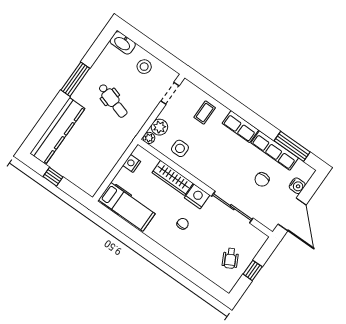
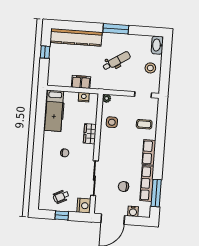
dental chair: (113, 101) -> (117, 61), turned -140
plant: (159, 127) -> (118, 101), removed
filing cabinet: (112, 156) -> (81, 82), added
wardrobe: (173, 178) -> (90, 134), width x0.67
nightstand: (197, 196) -> (84, 206), moved

